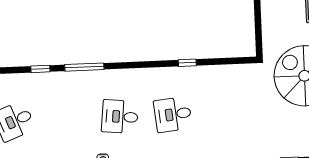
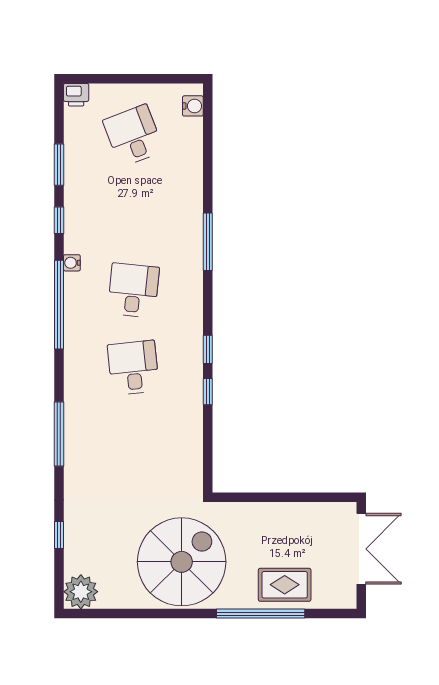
window: (40, 69) -> (208, 349), moved

